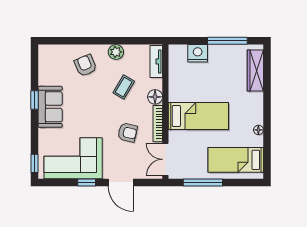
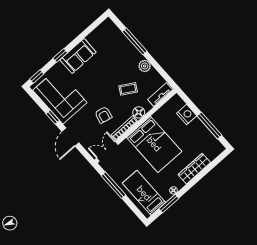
window: (84, 41) -> (135, 41), added
armchair: (85, 65) -> (121, 55), removed
wardrobe: (255, 70) -> (194, 169), moved
window: (35, 100) -> (60, 55), moved
bed: (198, 116) -> (154, 144), width x1.50
window: (267, 145) -> (169, 203), added

